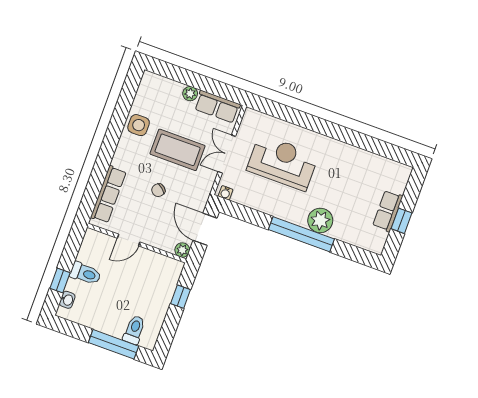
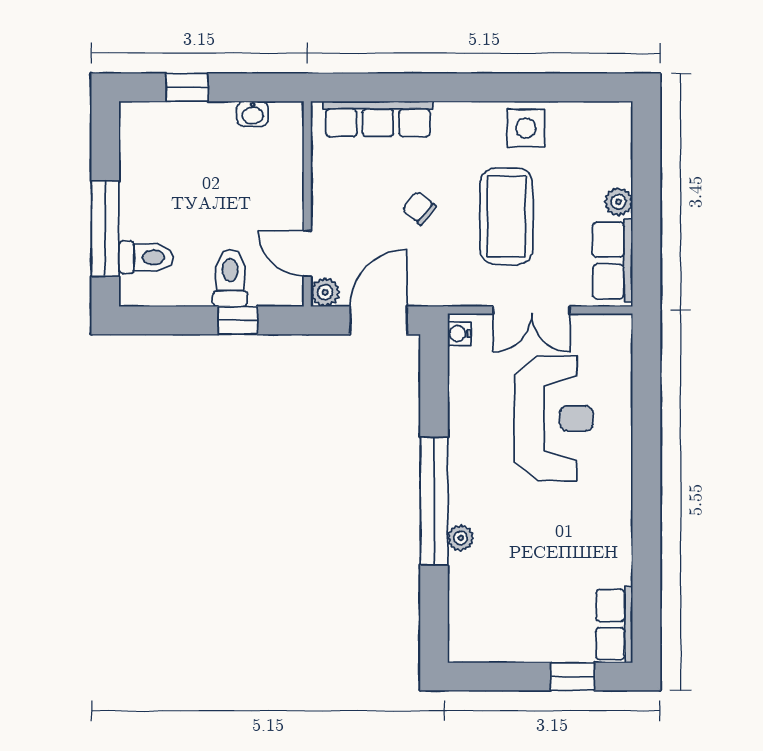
double door: (227, 154) -> (532, 310), swing flipped
row of seats: (388, 211) -> (614, 625), moved, turned -90
plant: (320, 220) -> (461, 538), width x0.53, depth x0.53
window: (402, 221) -> (573, 677), moved
door: (129, 240) -> (307, 253), moved
toilet: (85, 273) -> (230, 278), moved, turned 180
washbasin: (67, 300) -> (253, 114), moved

